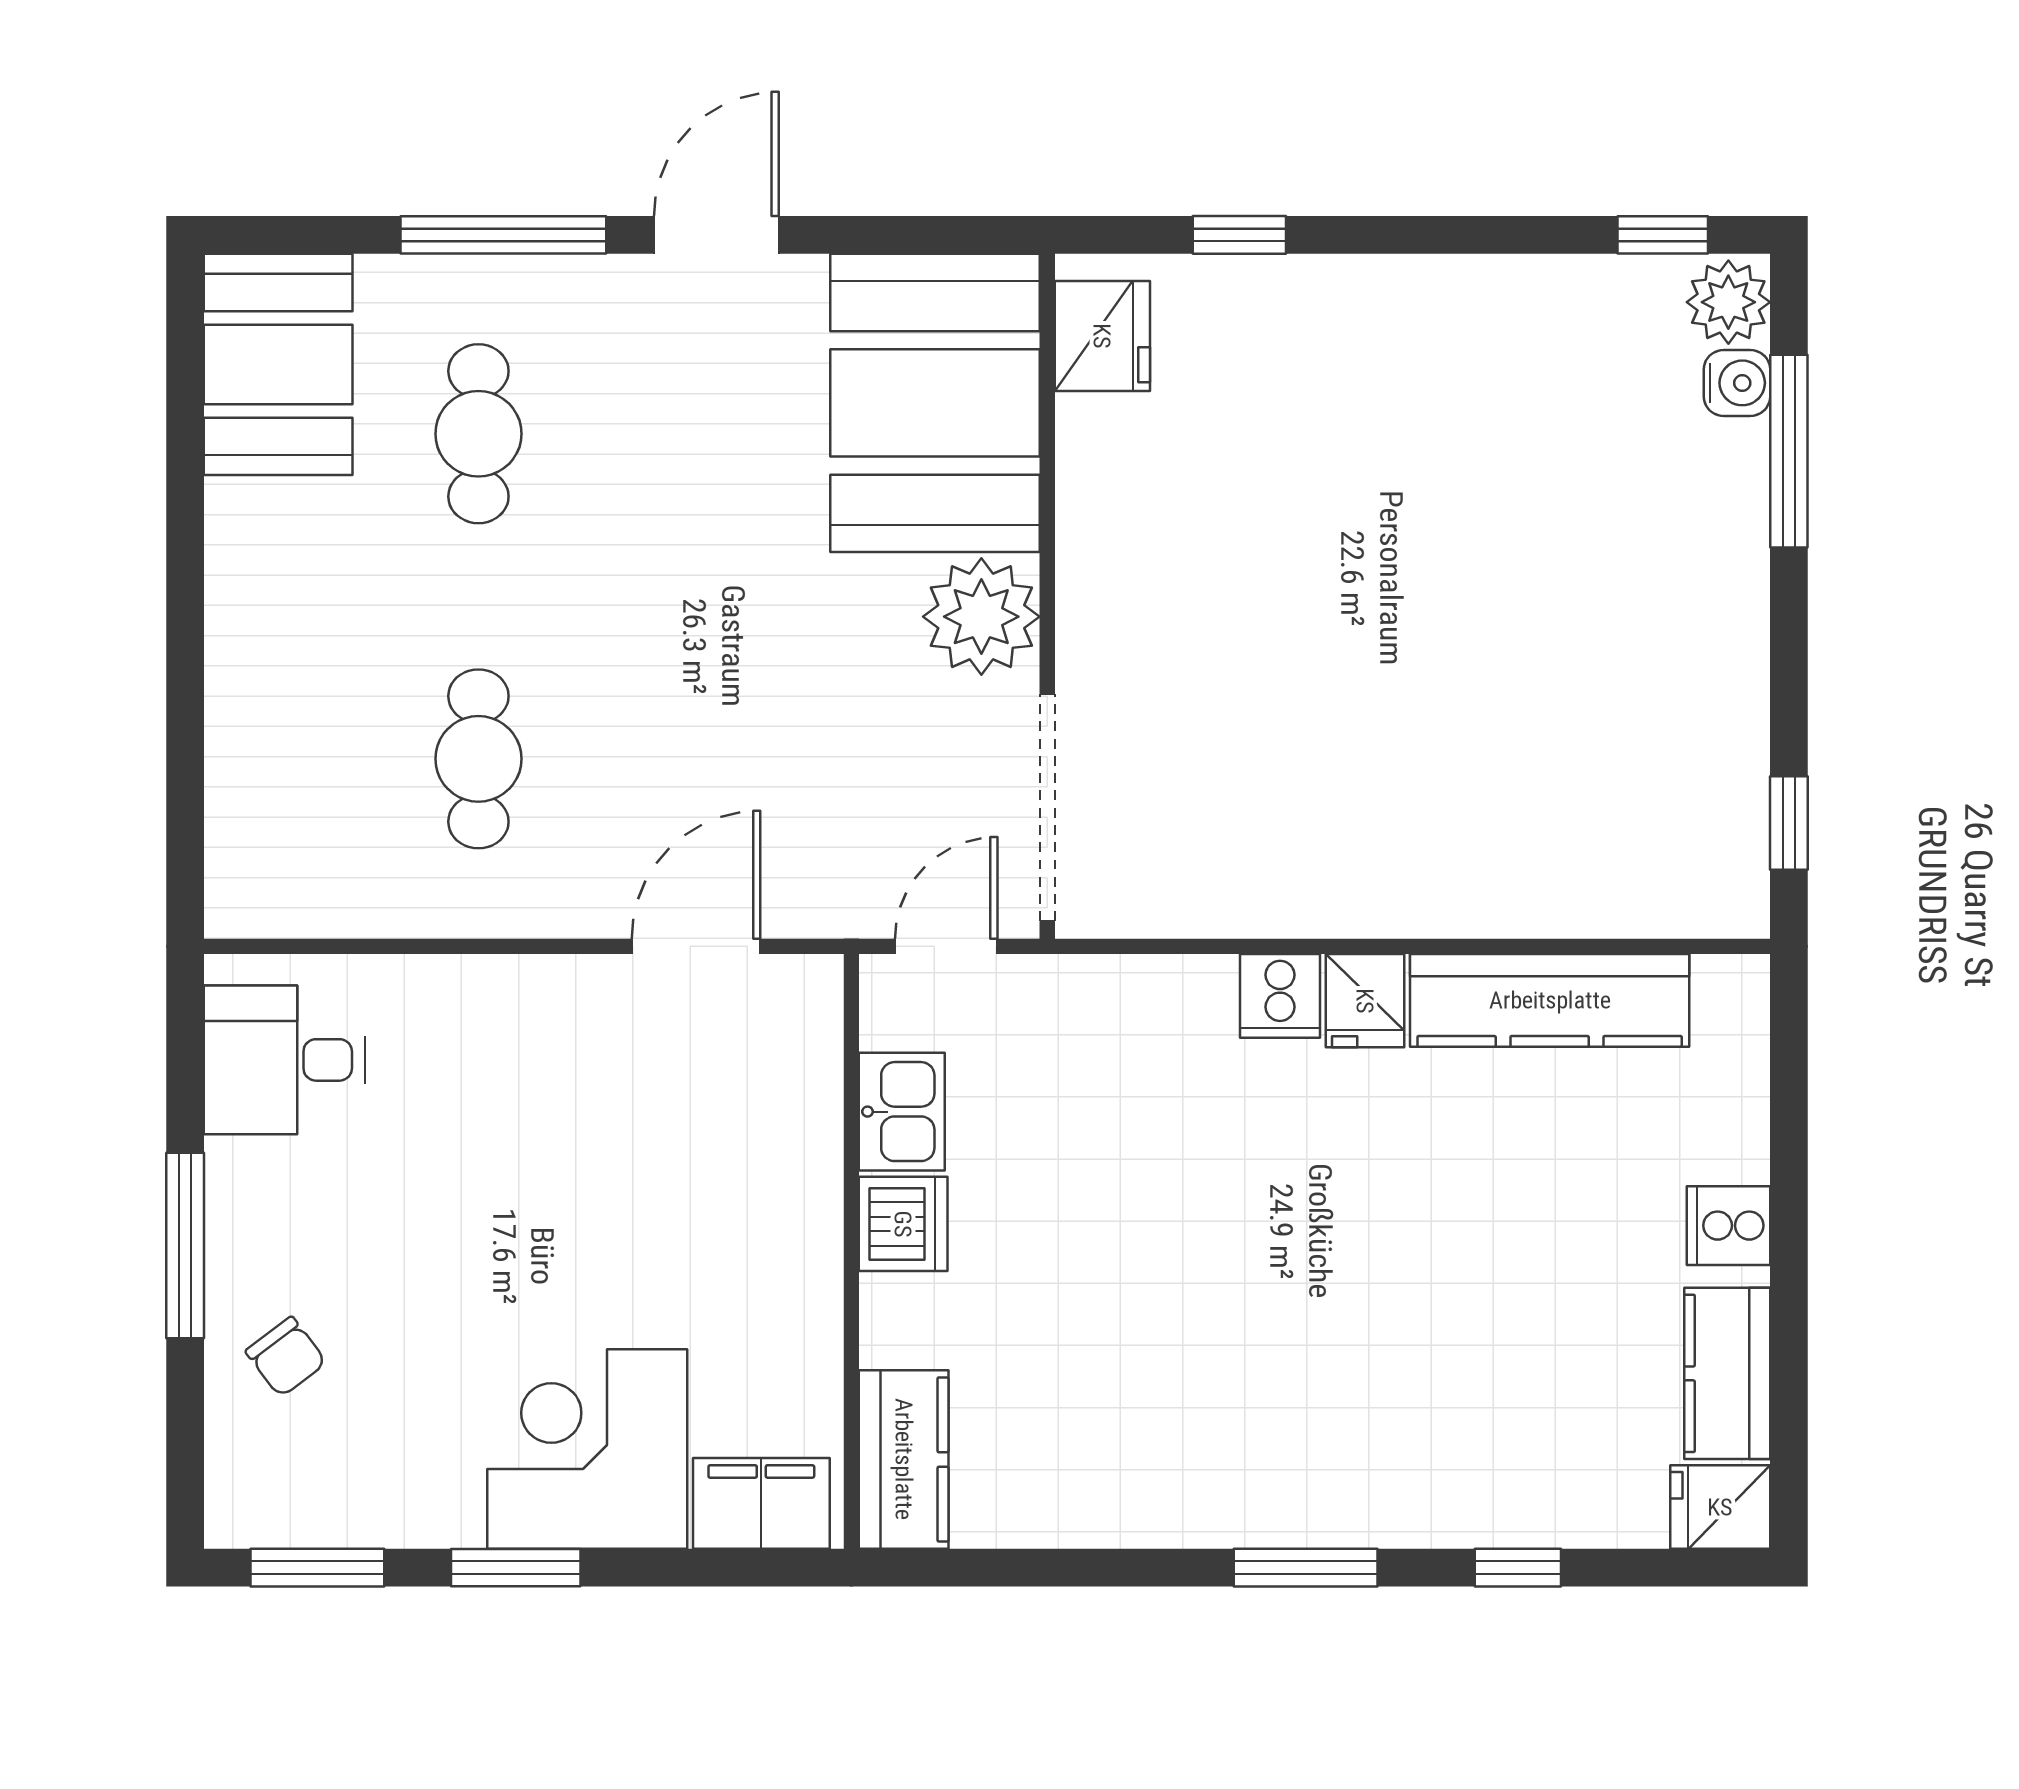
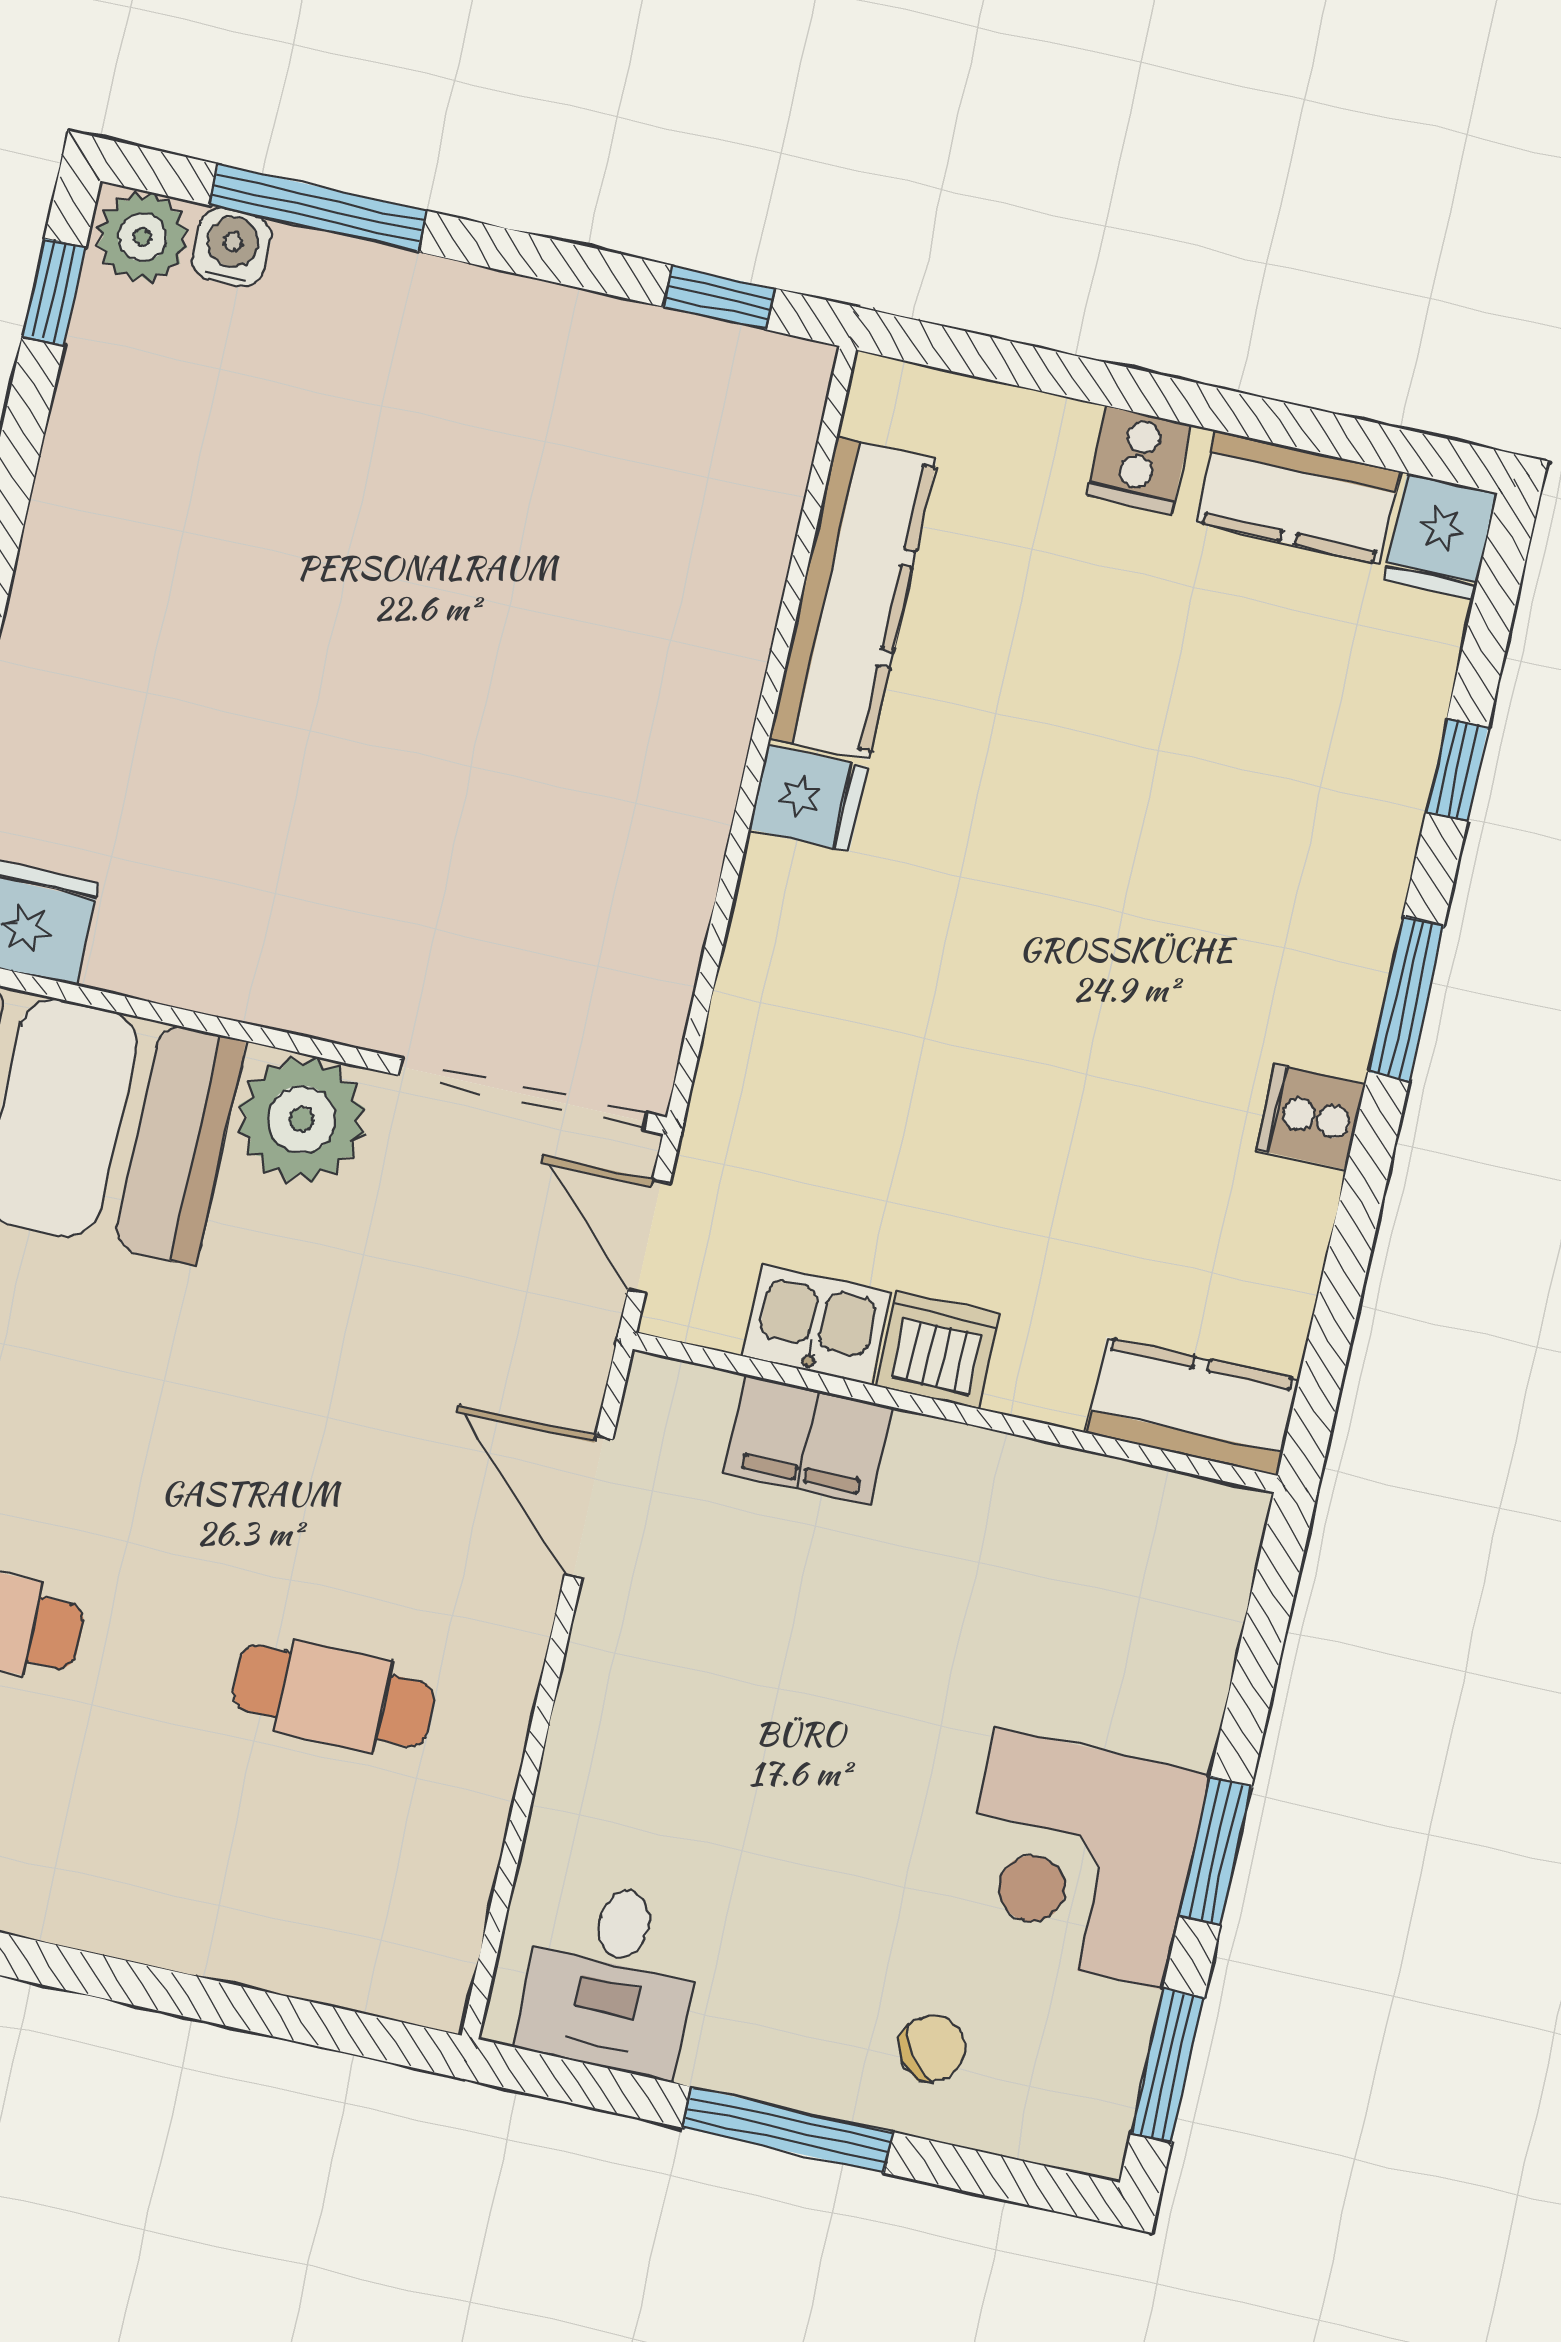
cooker: (1280, 996) -> (1311, 1117), moved, turned 180
corner desk: (587, 1449) -> (1079, 1858), moved
filing cabinet: (761, 1503) -> (808, 1440), moved, turned -90

